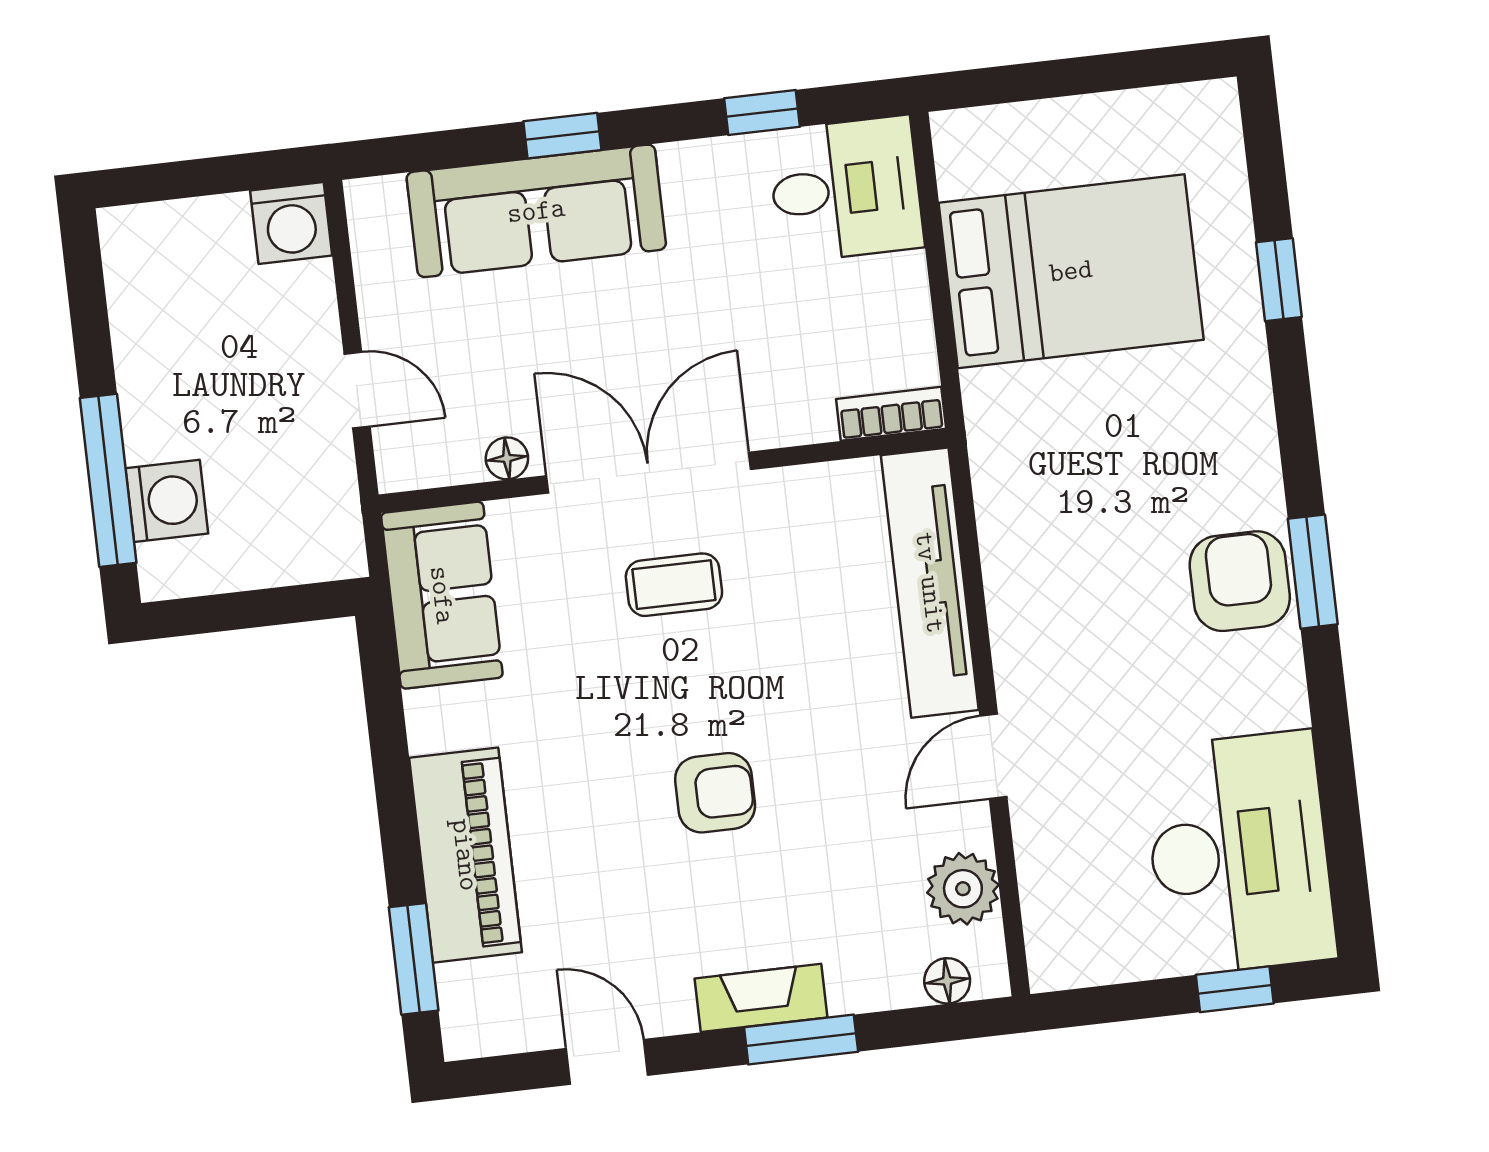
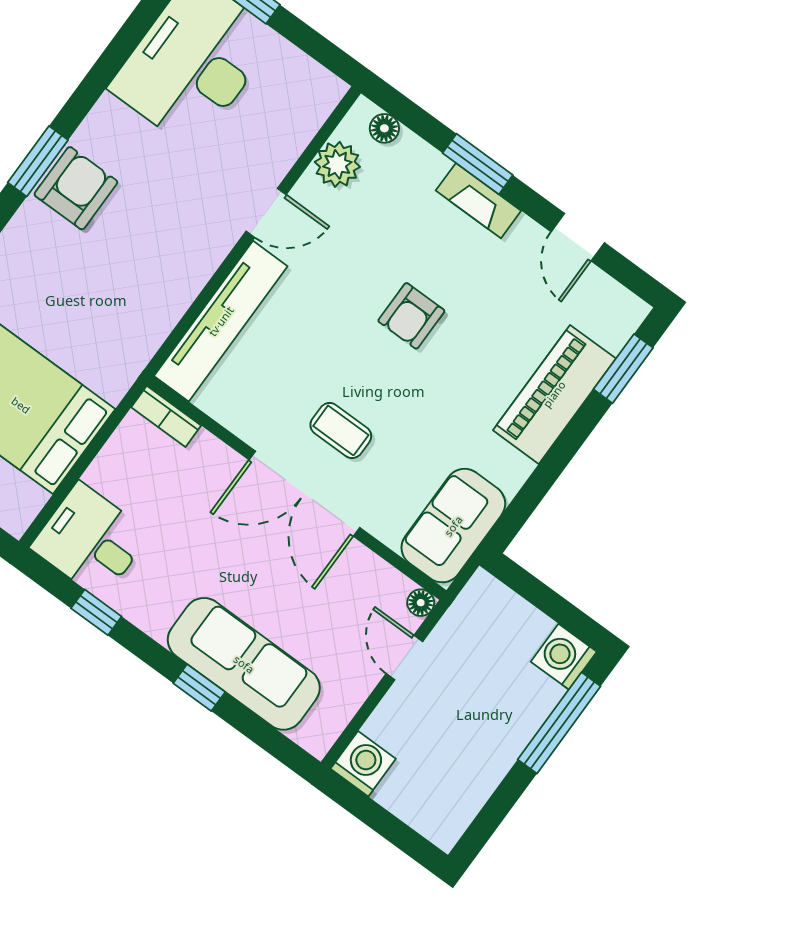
floor lamp: (507, 458) -> (421, 603), moved
washing machine: (167, 501) -> (564, 657), moved
armchair: (1240, 581) -> (76, 188), turned 180
armchair: (715, 793) -> (411, 316), turned -90

